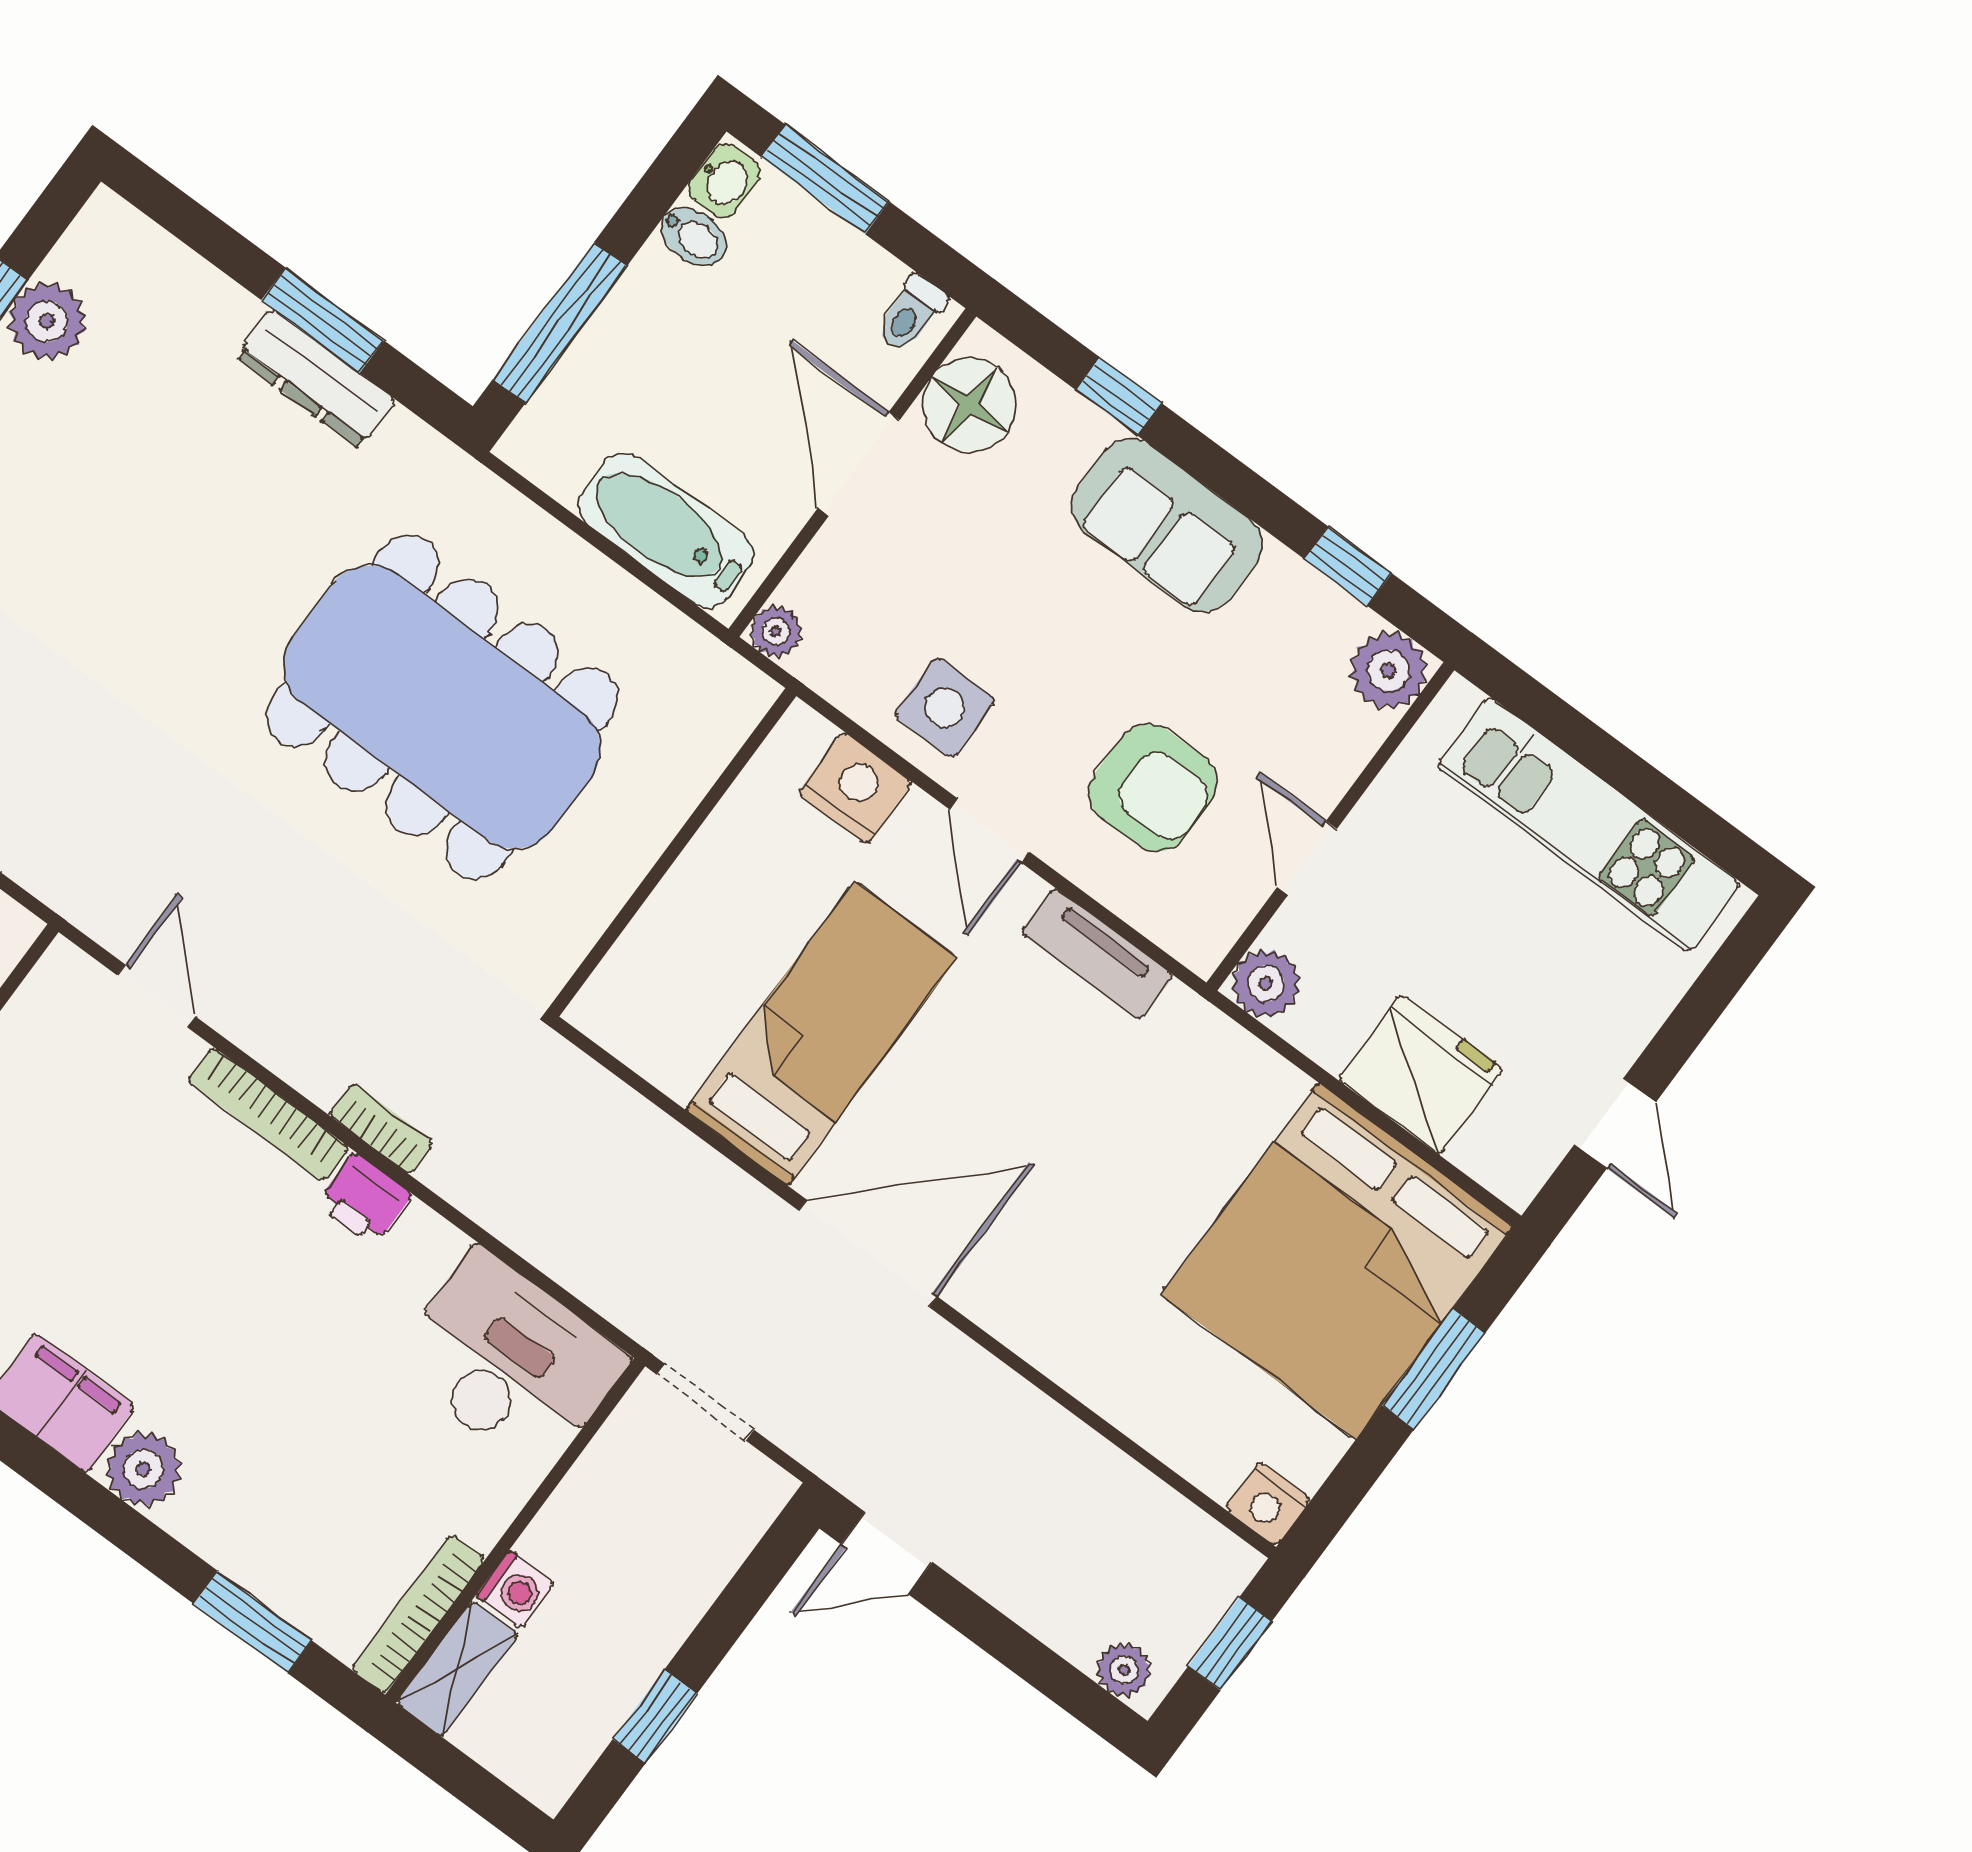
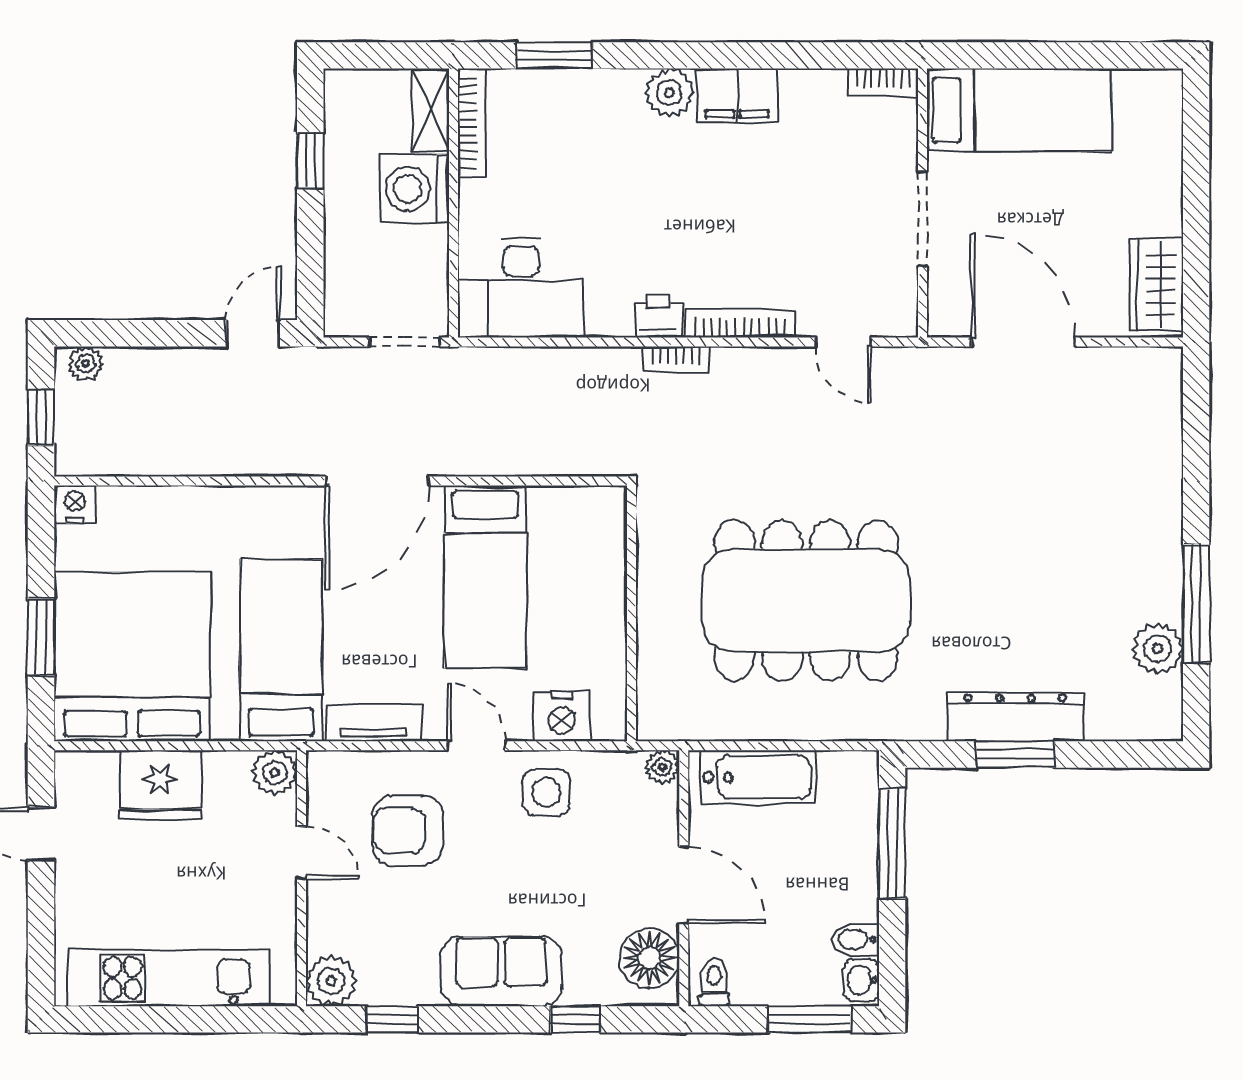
dresser: (316, 378) -> (1015, 717), width x1.37, depth x1.24
bed: (1145, 1131) -> (281, 650), added
washing machine: (515, 1590) -> (415, 189), width x1.89, depth x1.89

